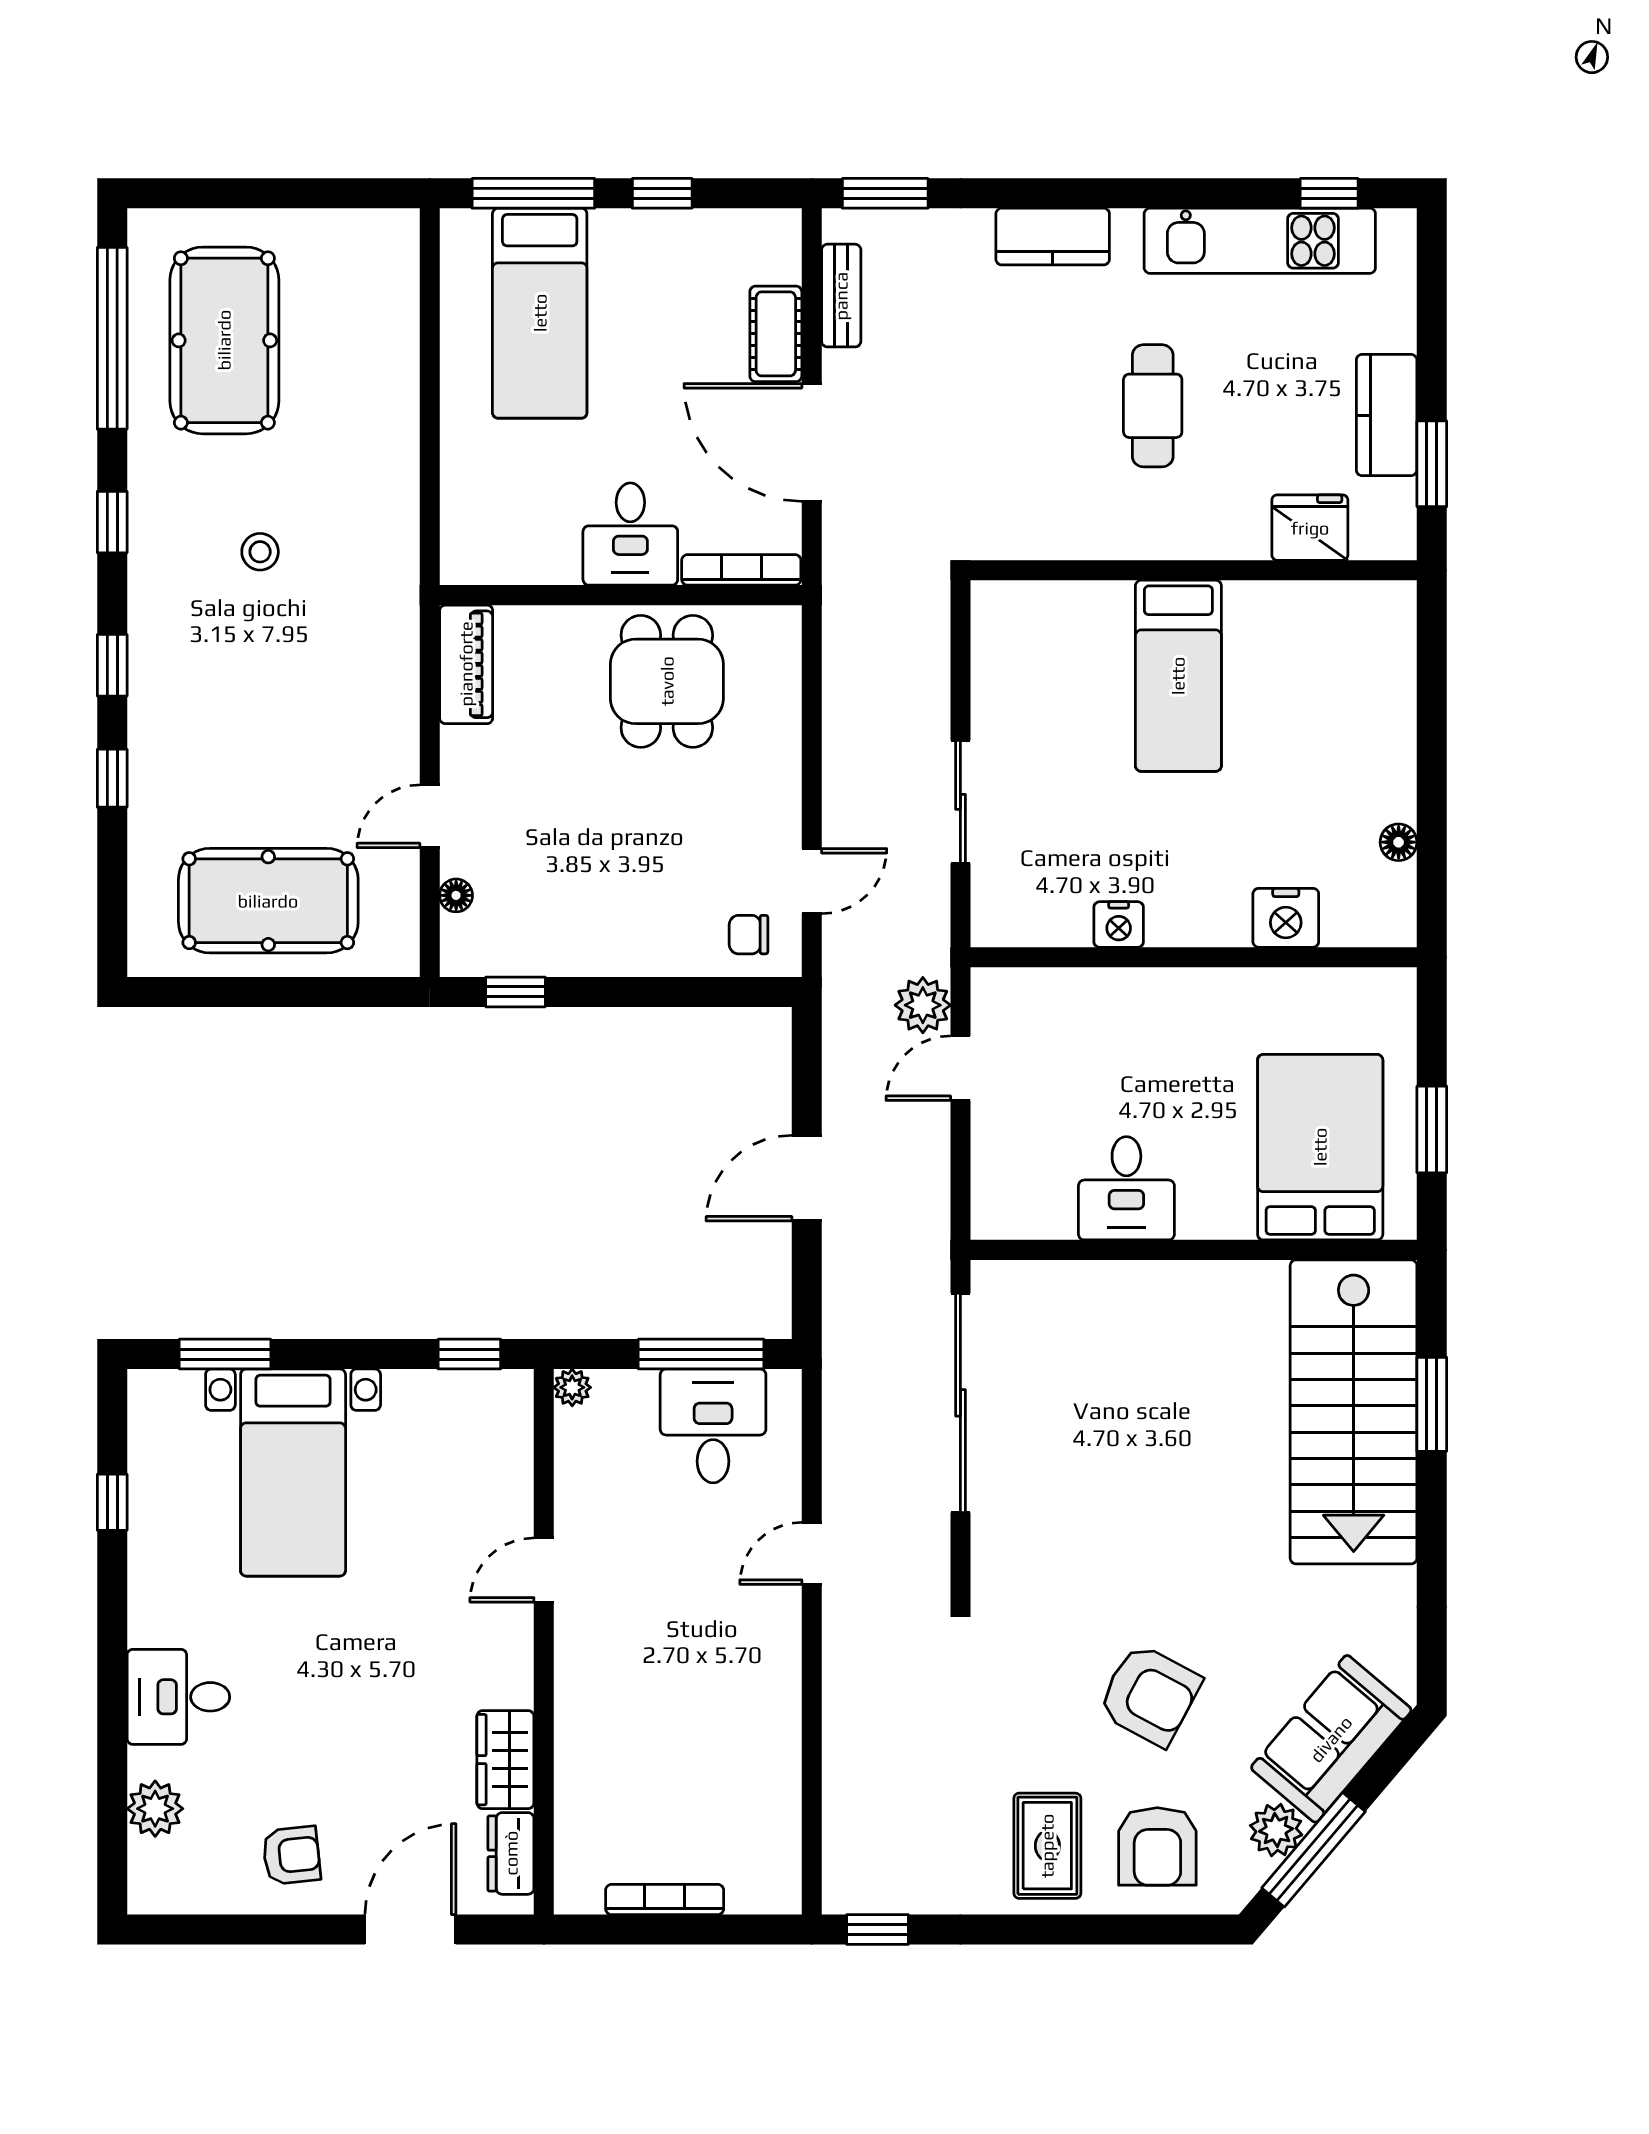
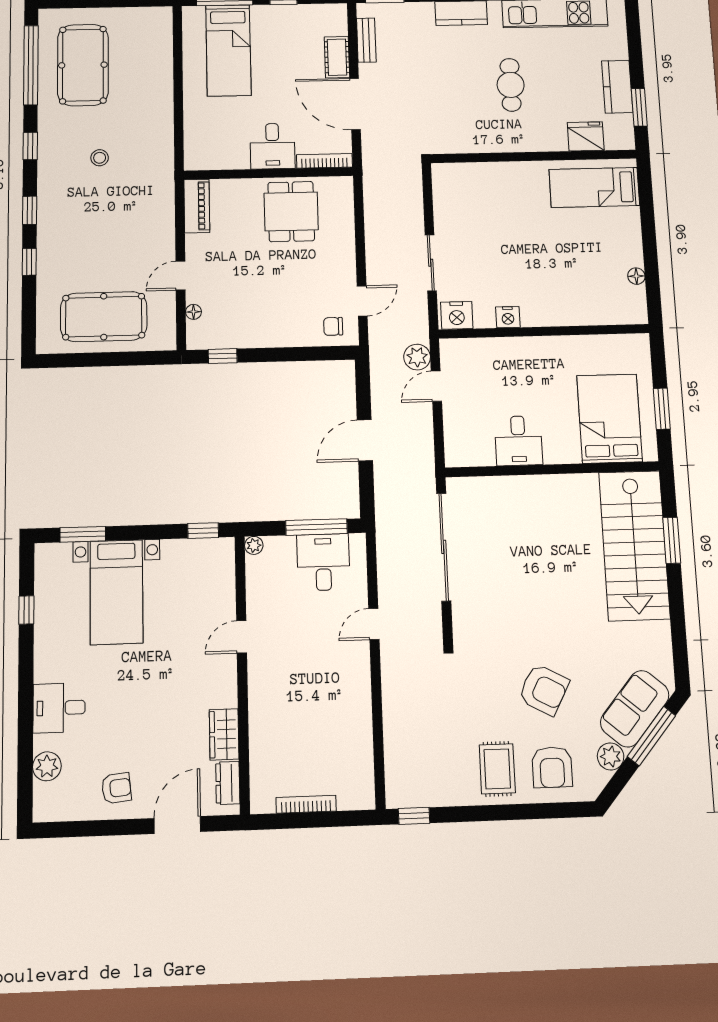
bed: (1178, 676) -> (594, 187), moved, turned 90
nightstand: (1286, 918) -> (457, 315), moved
window: (1314, 1850) -> (651, 736), moved

